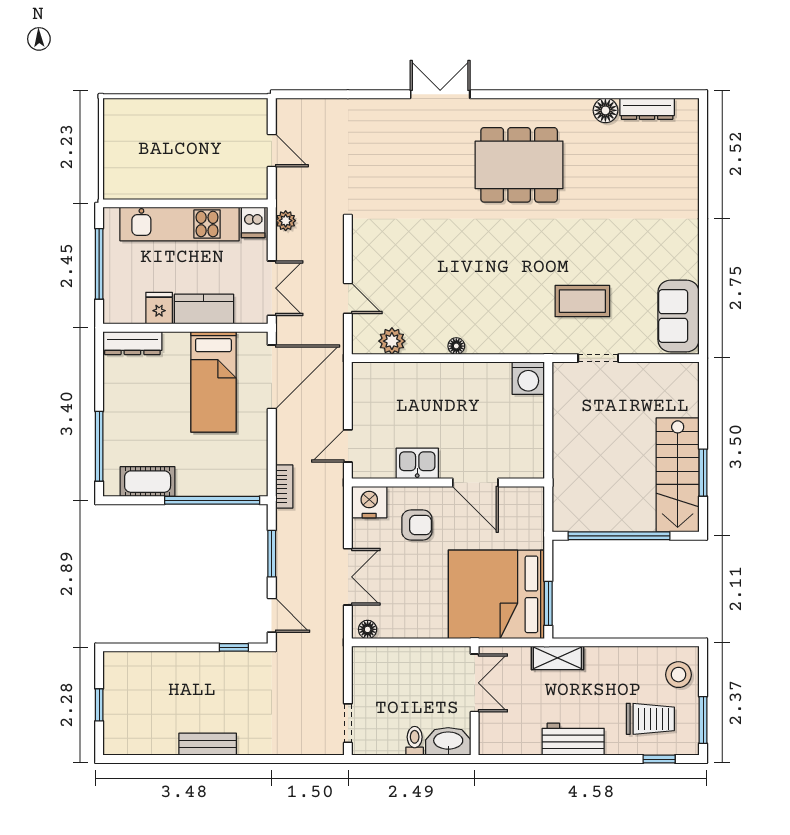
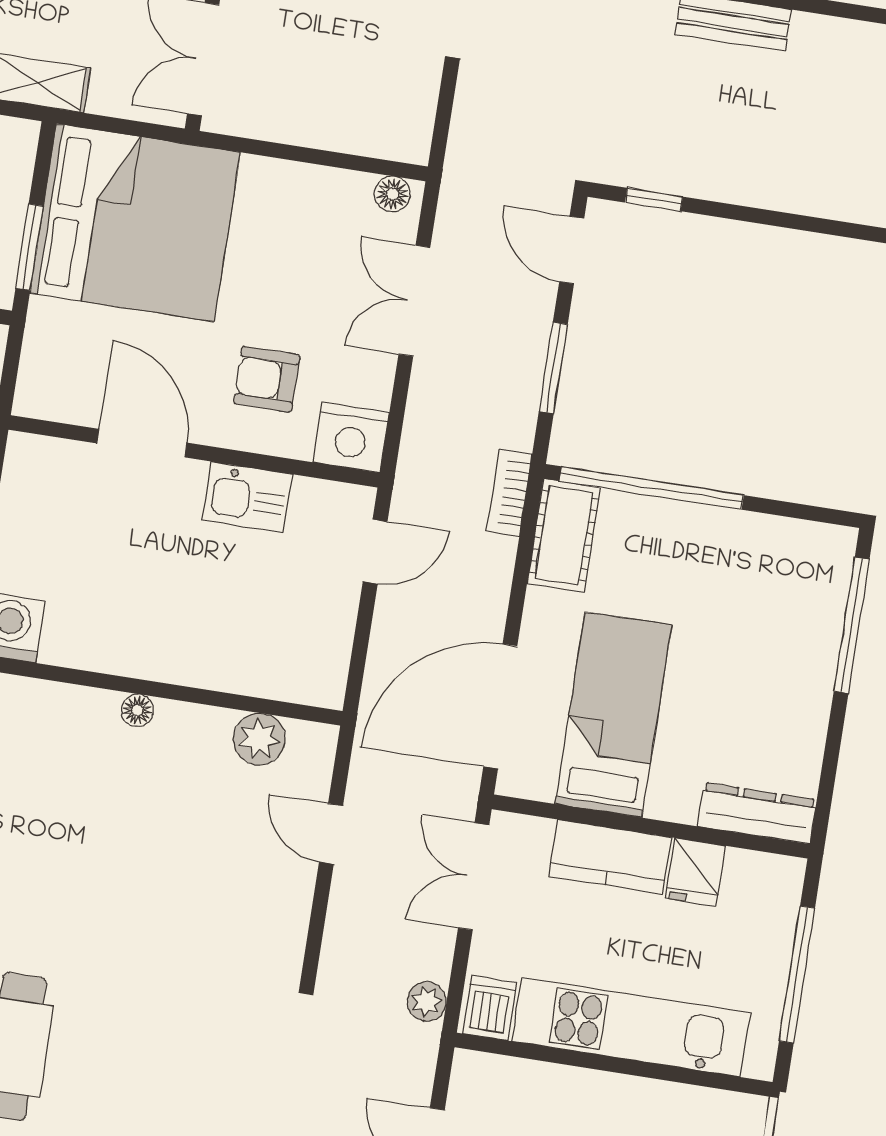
cot: (148, 482) -> (564, 536), moved, turned 90
window: (548, 603) -> (29, 247), moved

